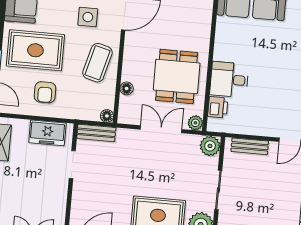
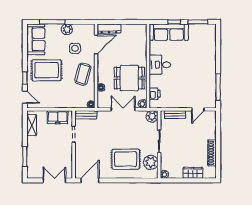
dining table: (177, 76) -> (129, 78), turned 90
desk: (229, 80) -> (160, 65), moved
armchair: (45, 92) -> (54, 94), removed

